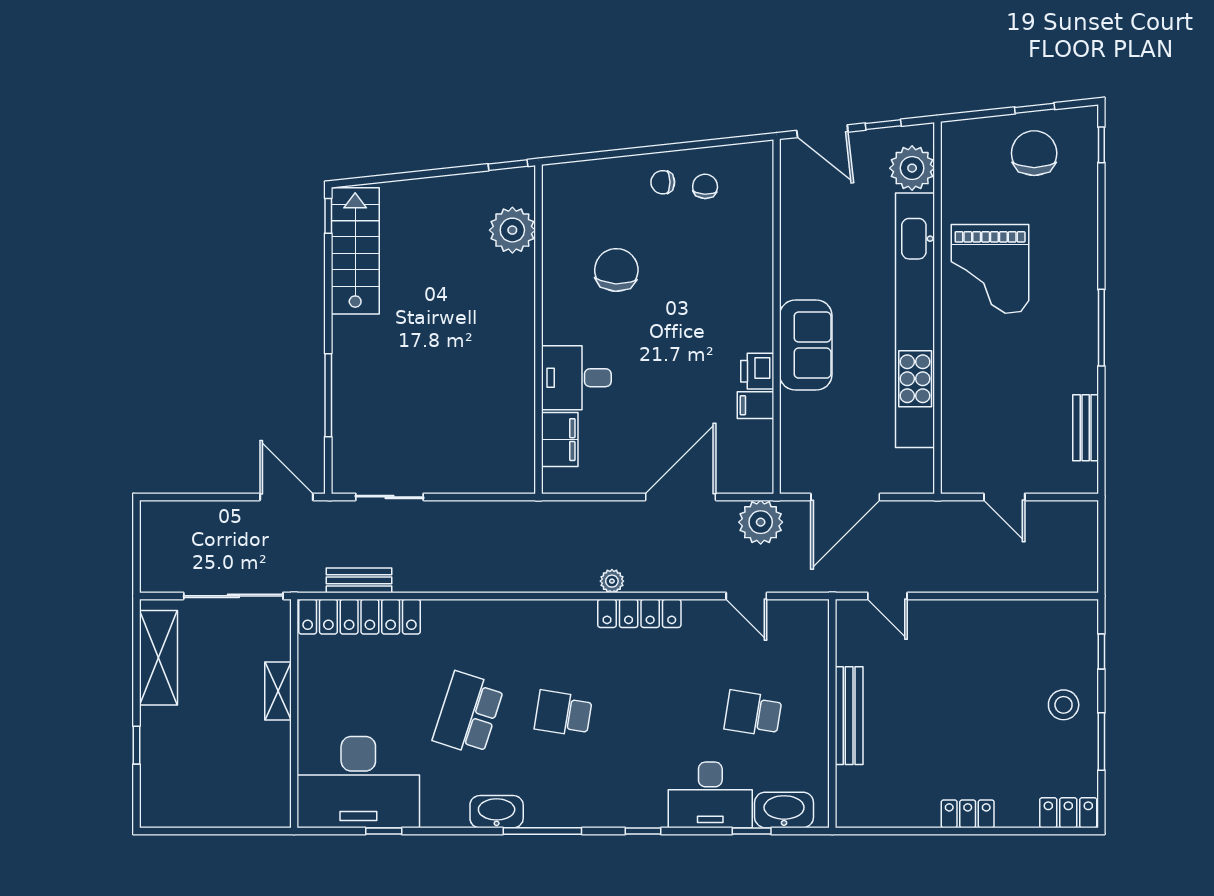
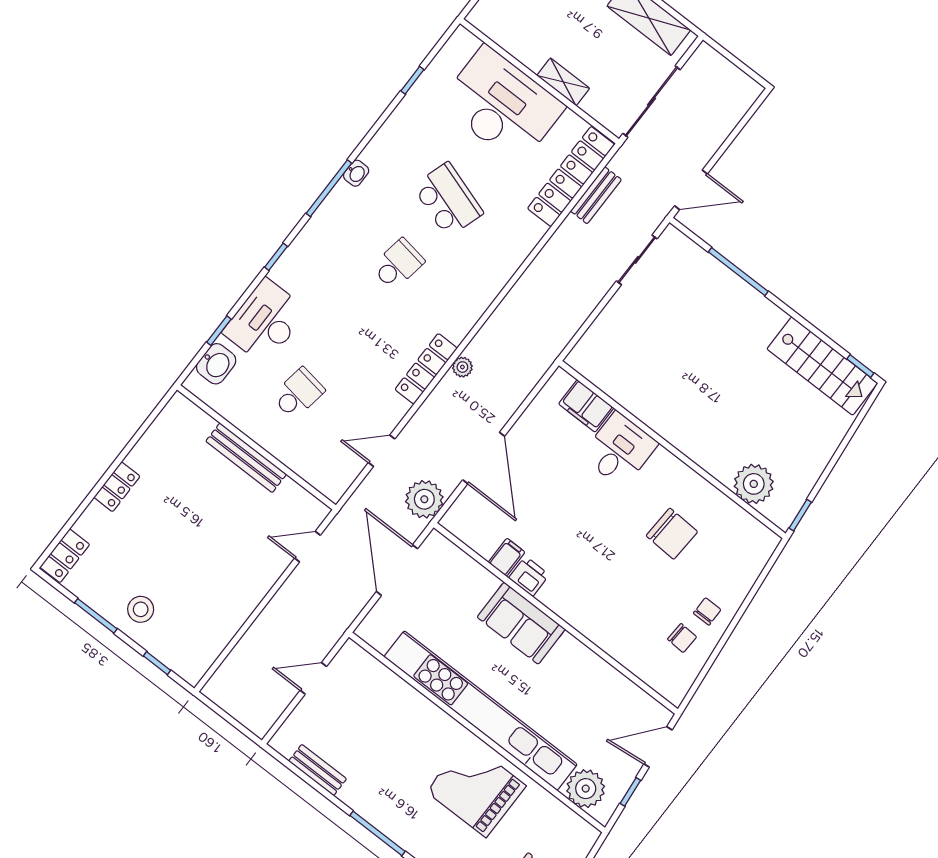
desk: (358, 782) -> (502, 105), moved, turned 90
washbasin: (784, 810) -> (216, 364), width x0.72
washbasin: (497, 812) -> (356, 173), width x0.52, depth x0.69

